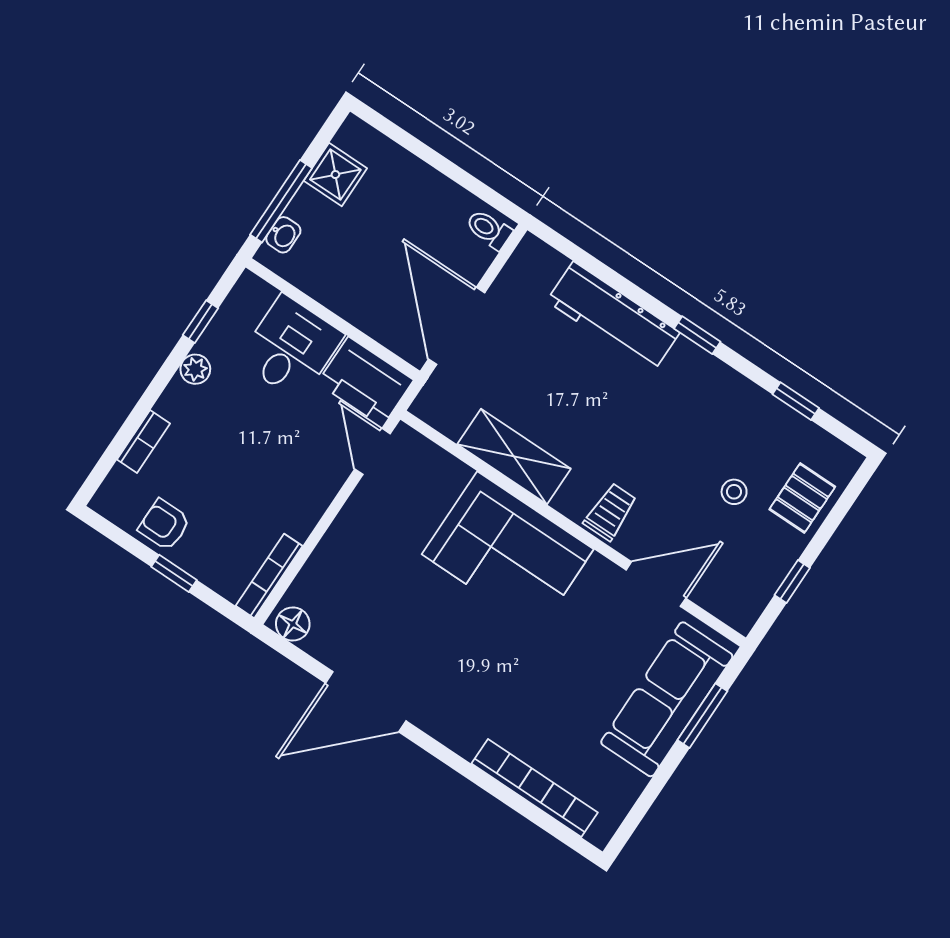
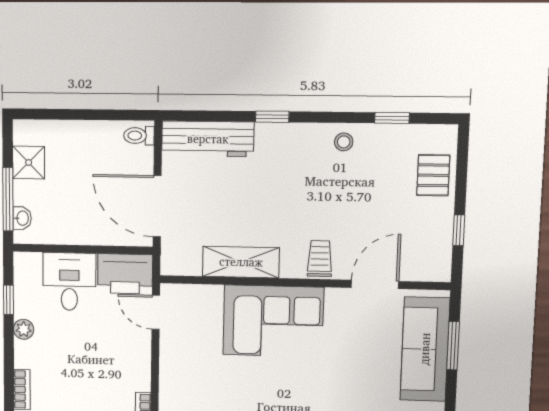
workbench: (613, 317) -> (208, 139), moved
window: (697, 335) -> (272, 117), moved
stool: (734, 492) -> (344, 142), moved

